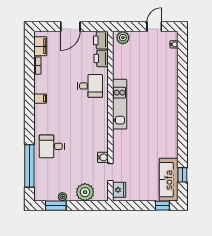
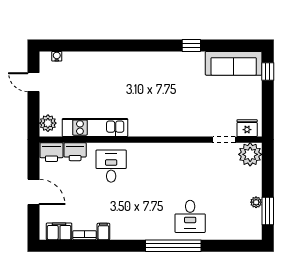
filing cabinet: (40, 99) -> (103, 232), moved
kitchen unit: (120, 104) -> (95, 128), moved
water cooler: (103, 157) -> (205, 149), removed
window: (29, 166) -> (173, 246), moved
window: (182, 175) -> (191, 45), moved
plant: (85, 192) -> (250, 154), moved

